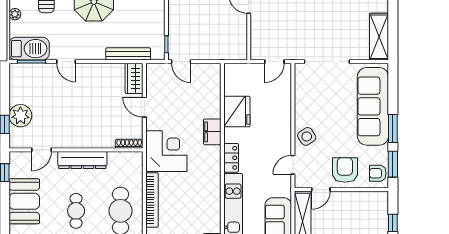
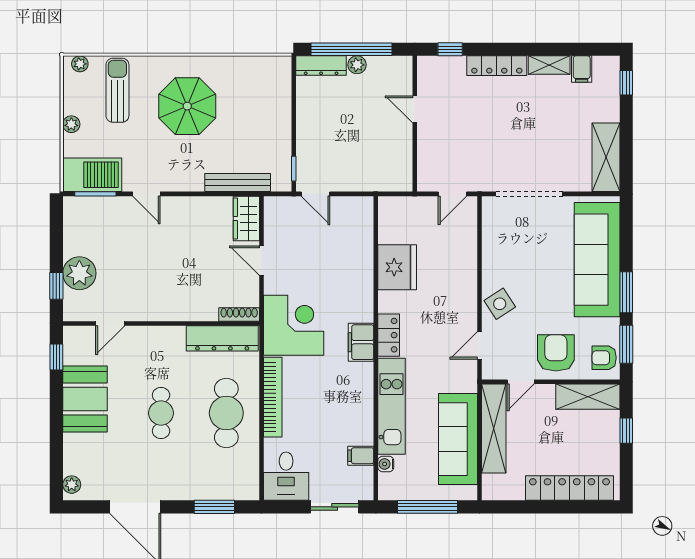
filing cabinet: (212, 132) -> (361, 342), moved
dresser: (82, 160) -> (222, 338), moved
shelving: (367, 200) -> (588, 397), added

